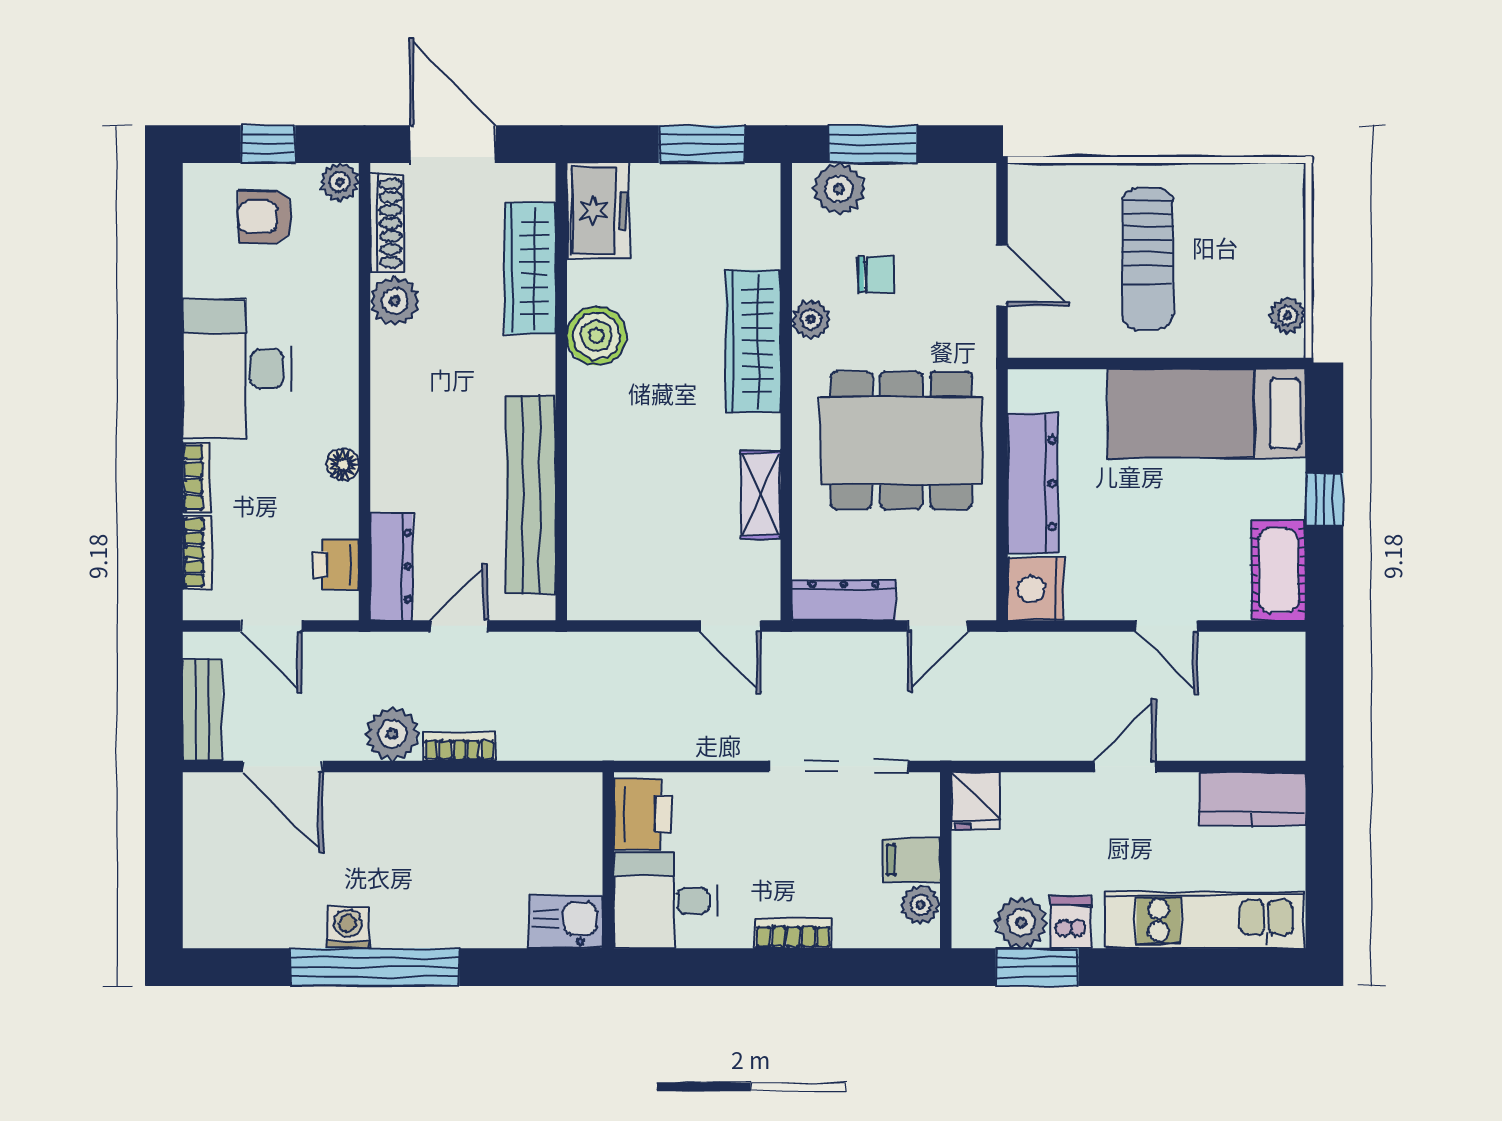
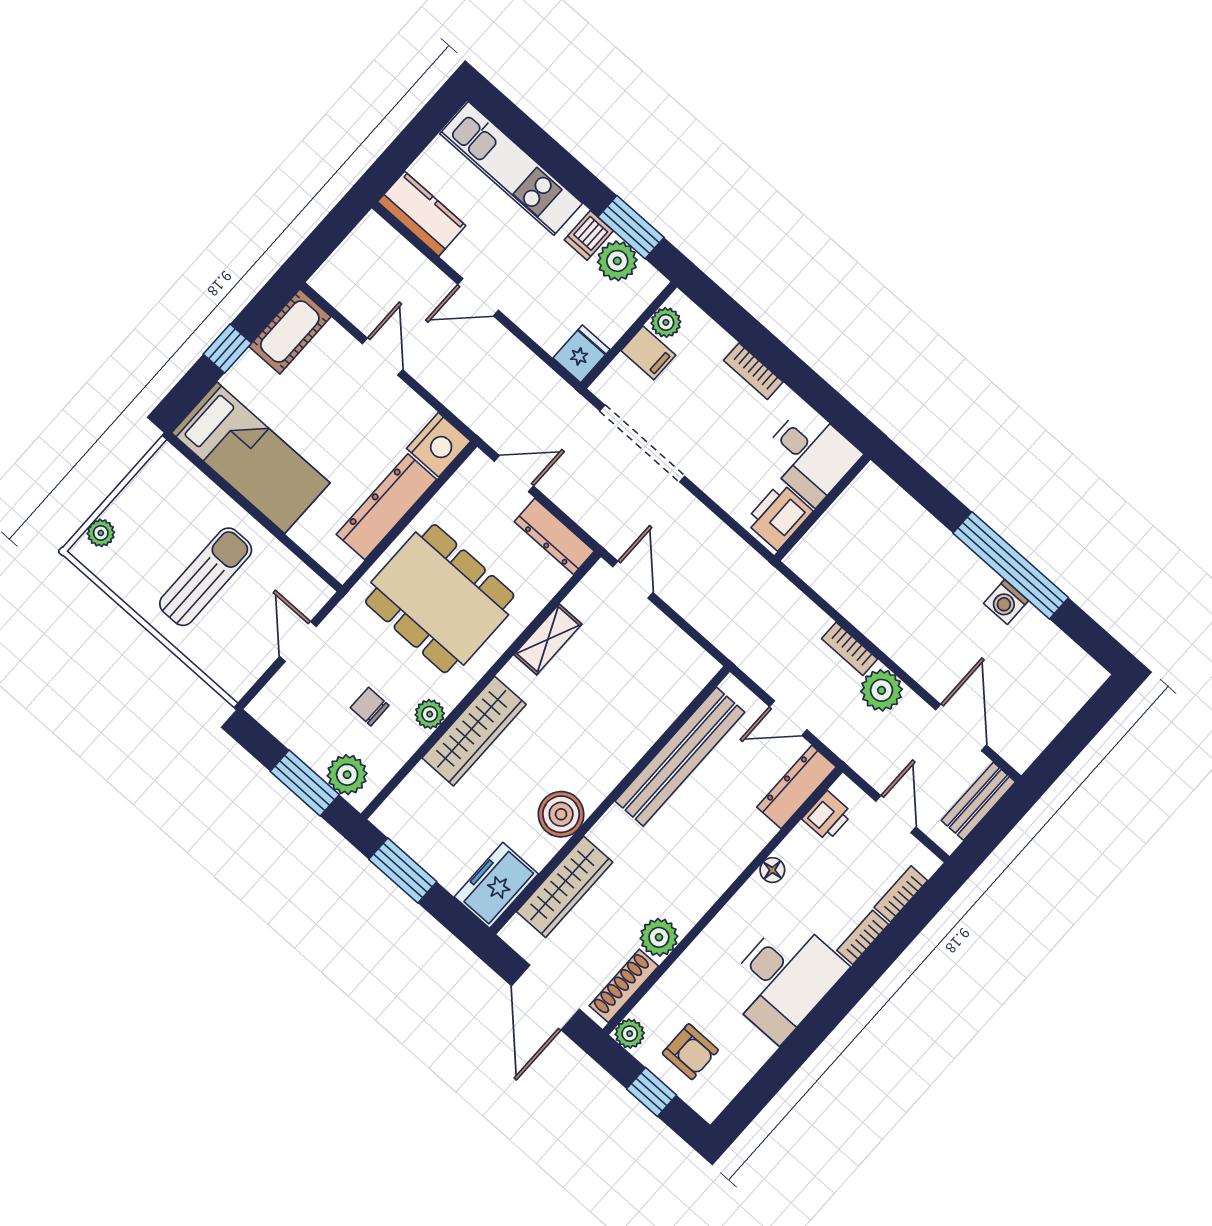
plant: (1288, 315) -> (101, 533), moved
kitchen sink: (566, 922) -> (878, 494), removed

